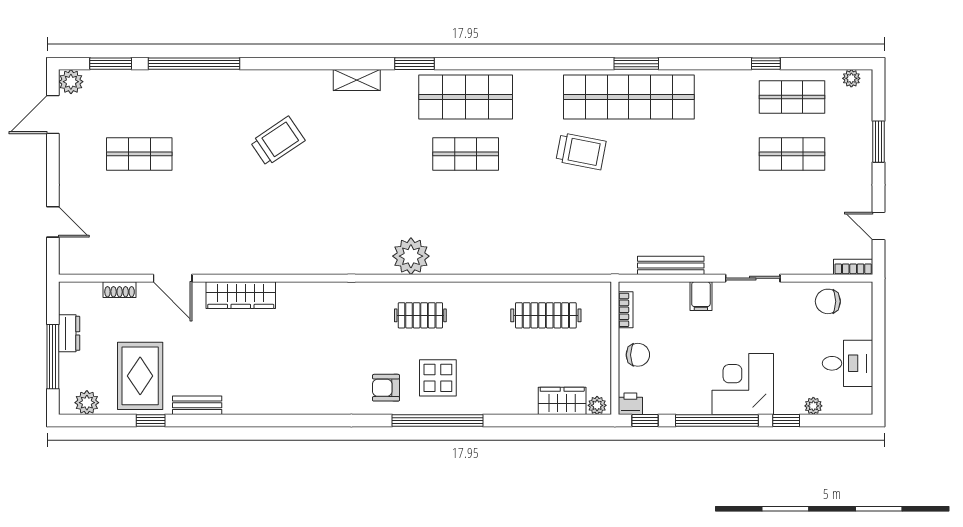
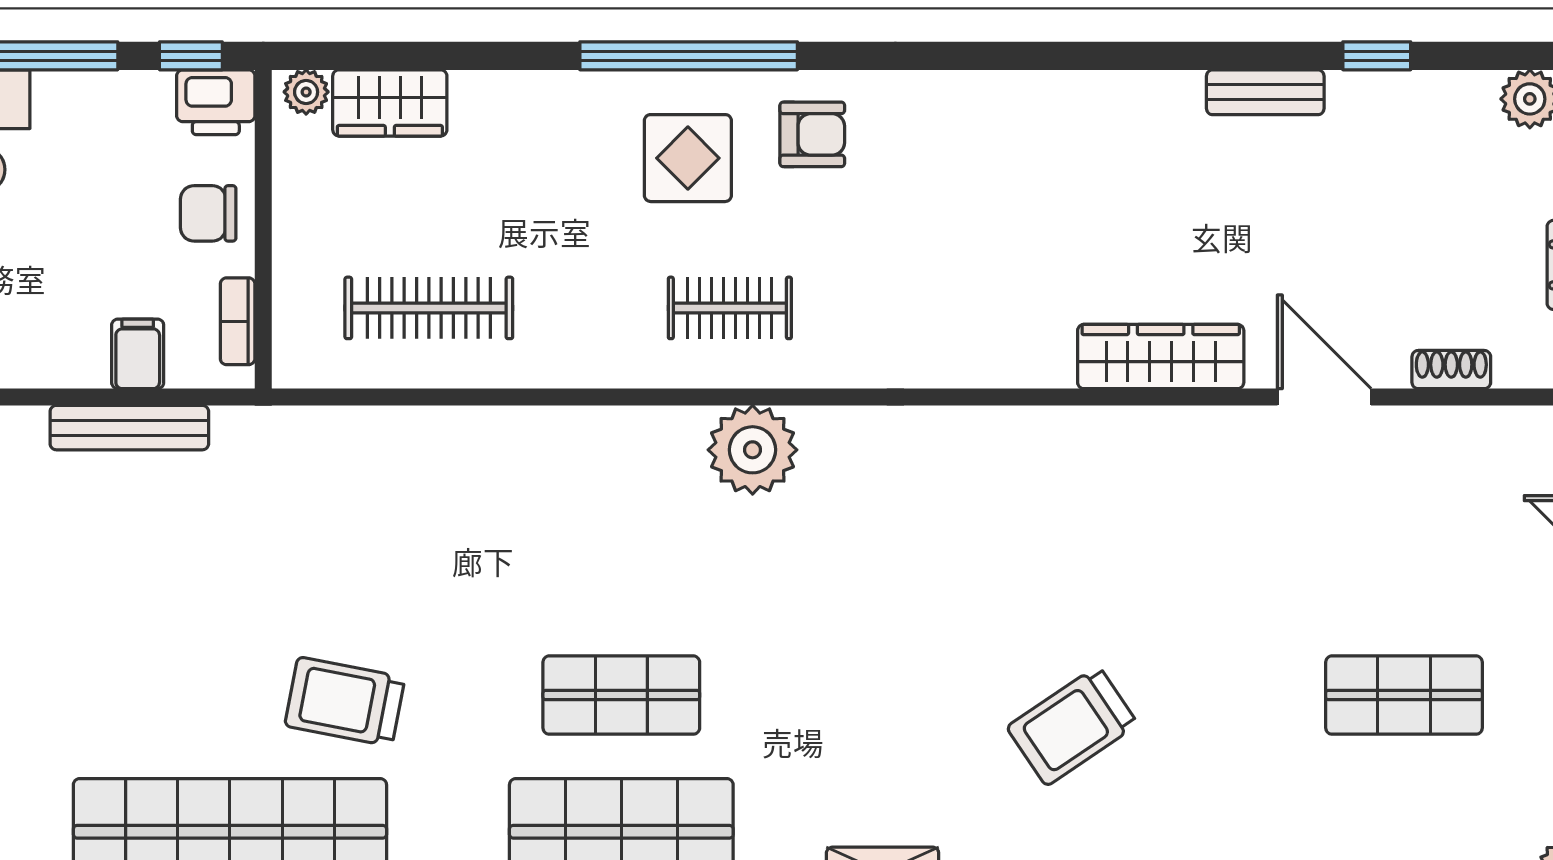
filing cabinet: (701, 296) -> (138, 354), moved
rug: (140, 376) -> (1402, 163), removed
printer: (630, 404) -> (216, 102), width x1.36, depth x1.24

